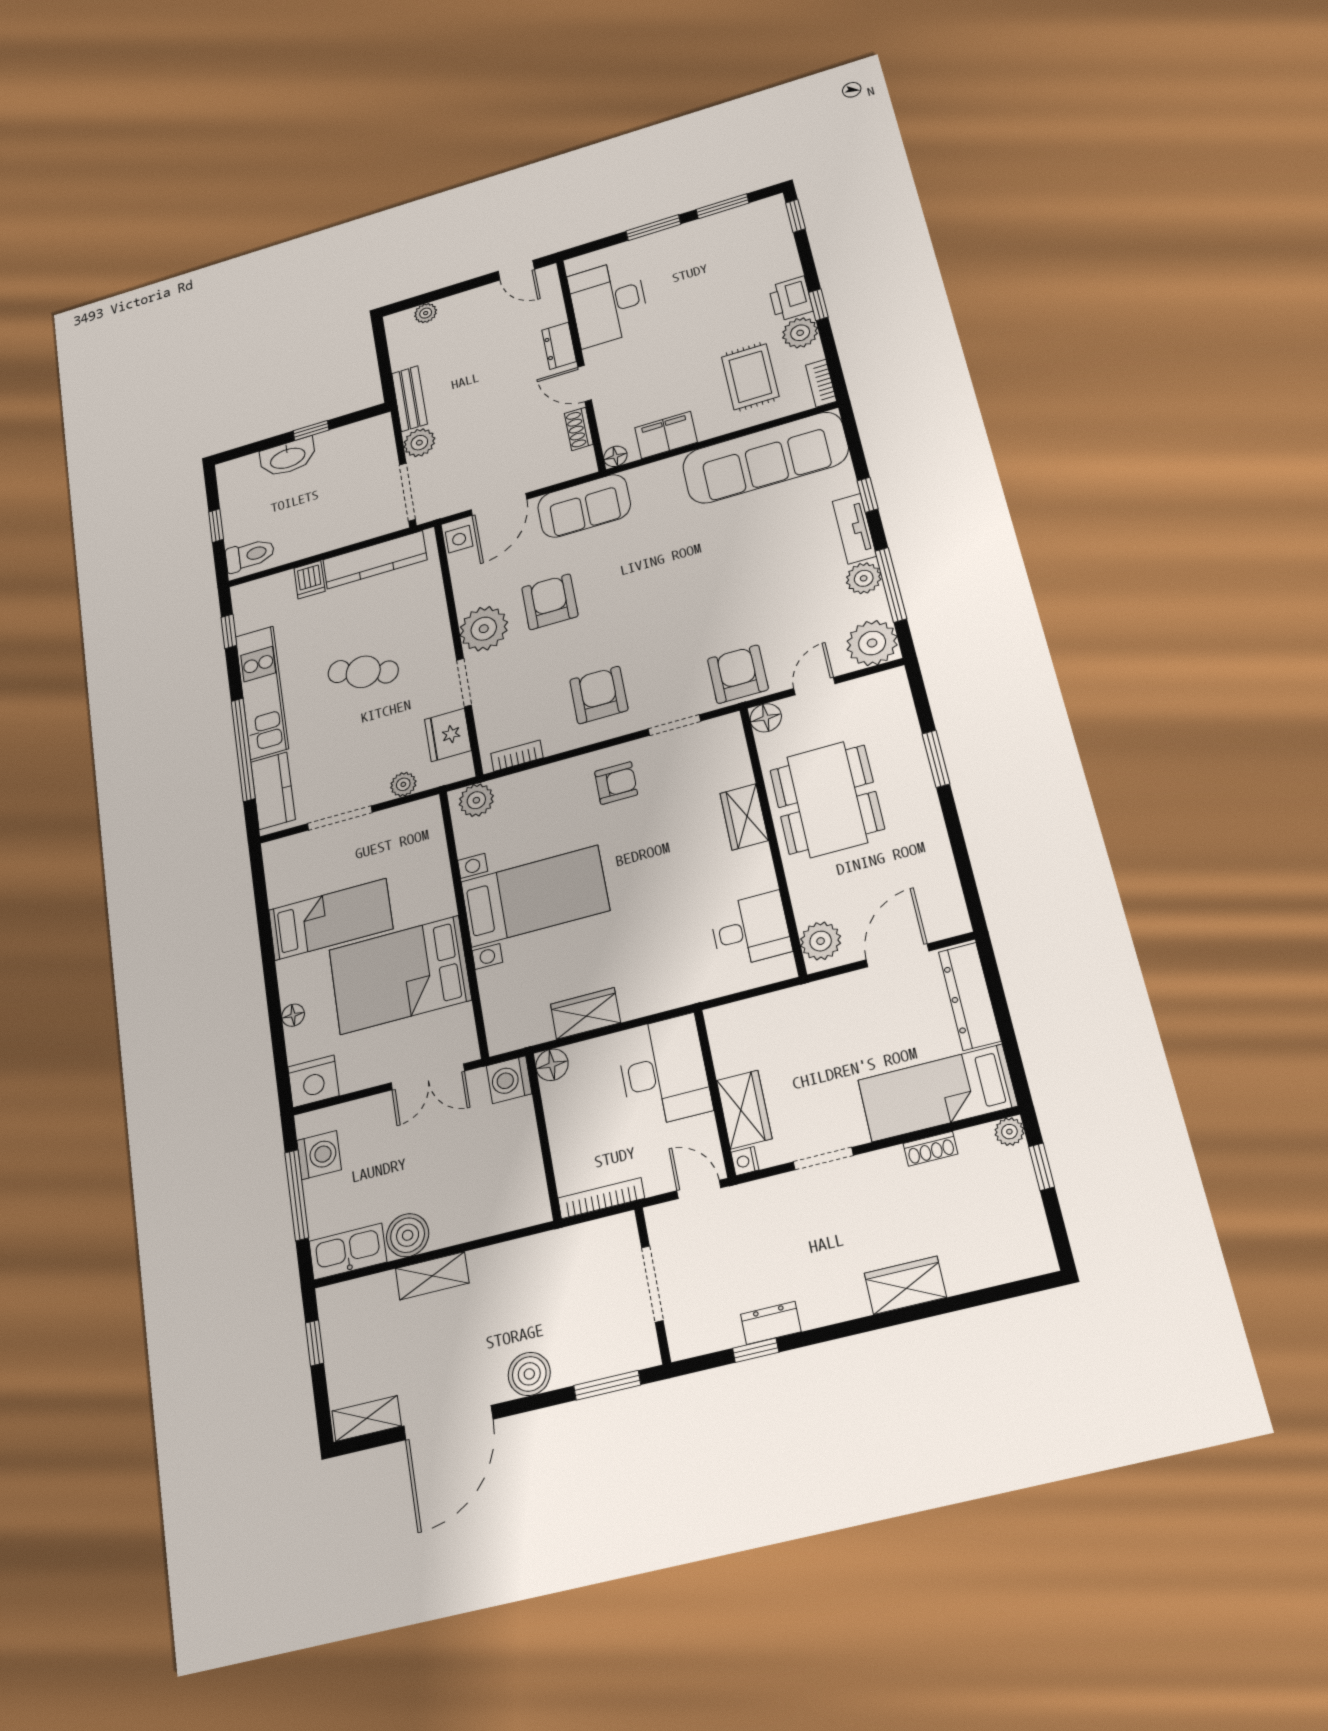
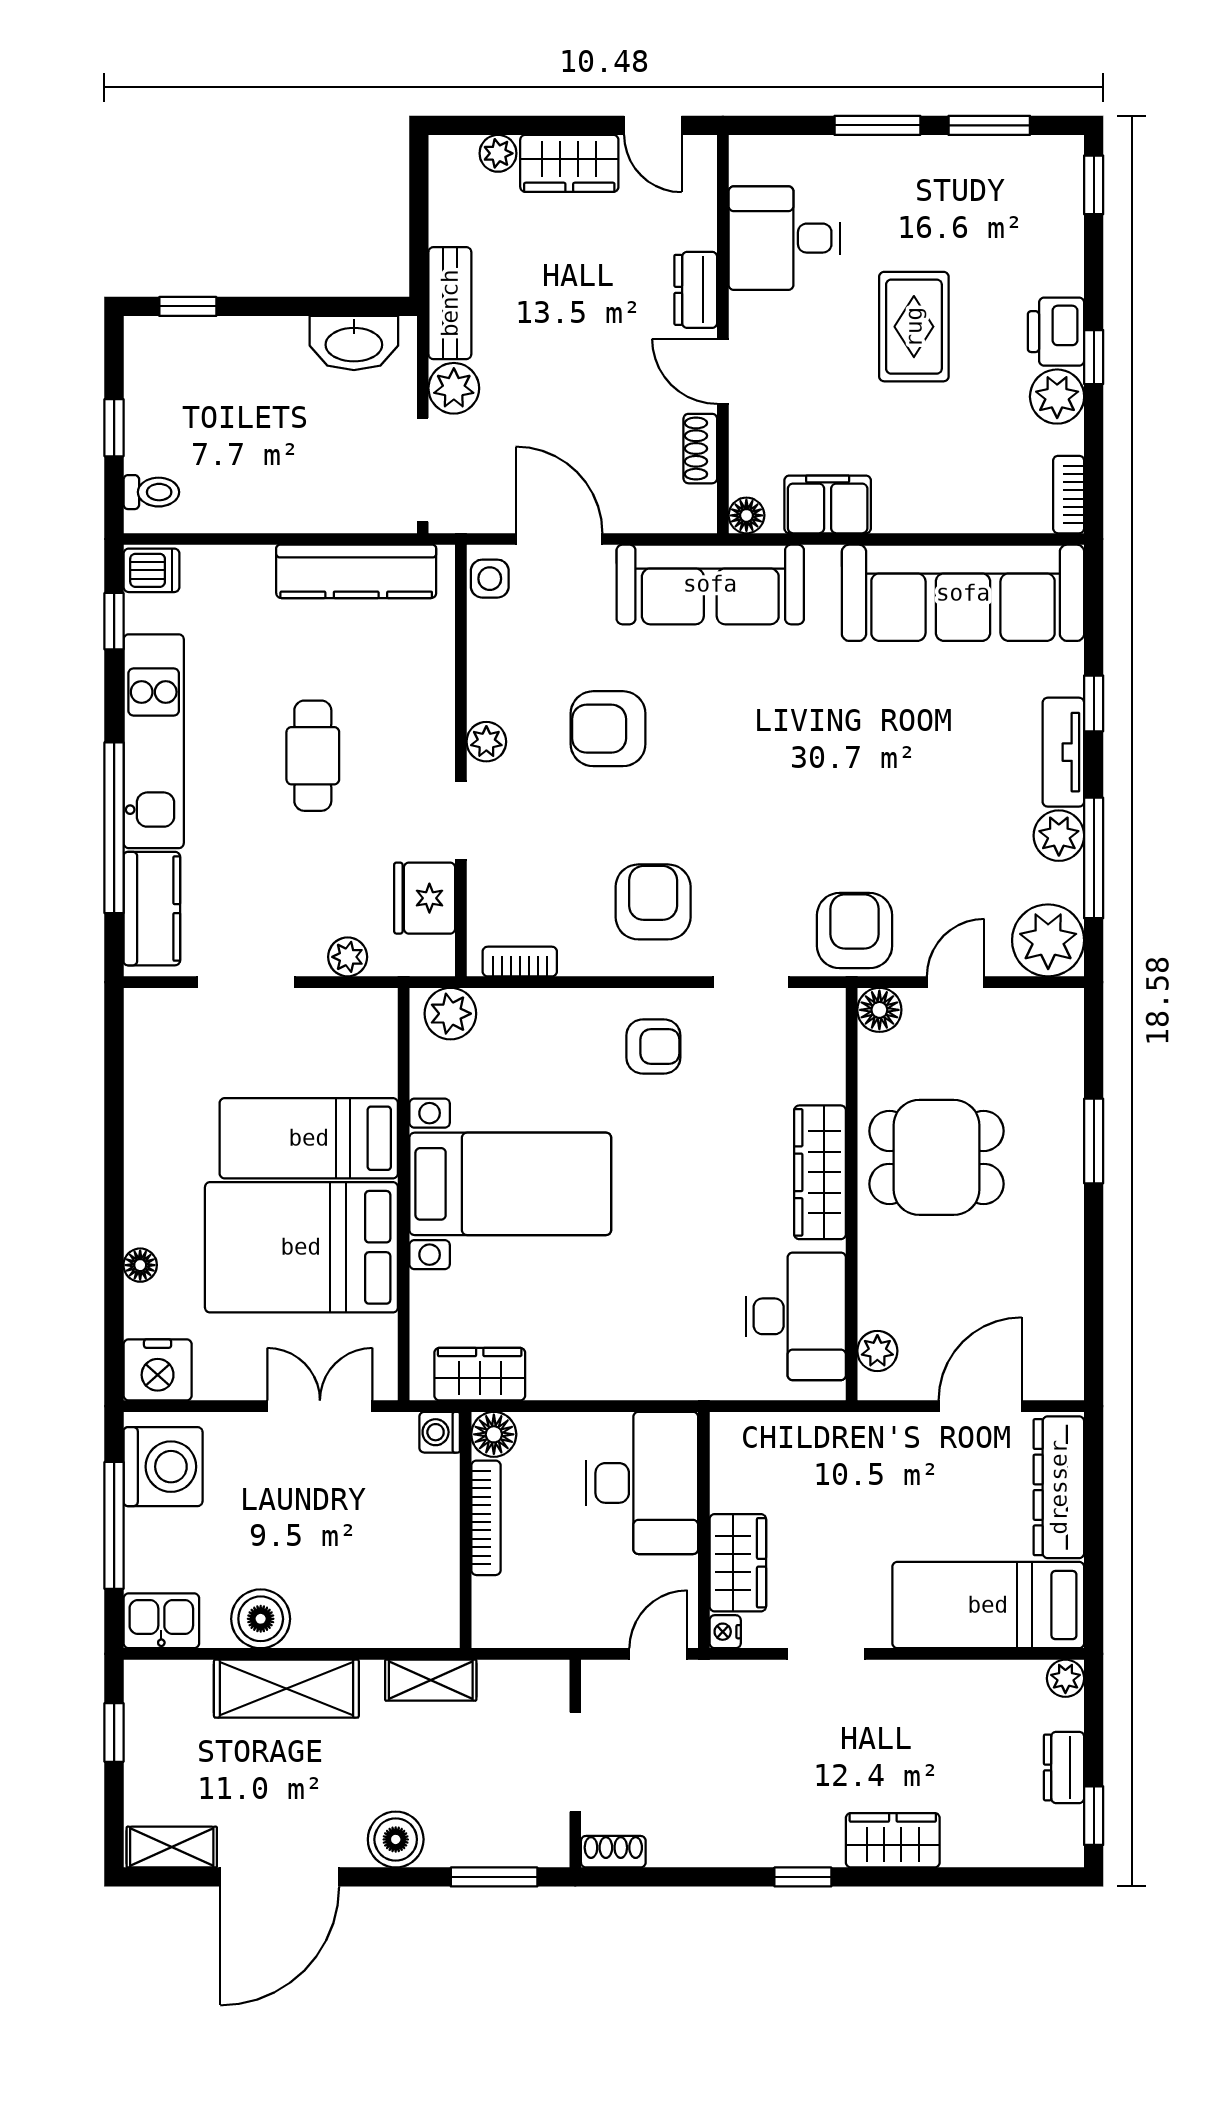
desk: (608, 302) -> (785, 238), width x0.73
wardrobe: (469, 305) -> (569, 163), added
rug: (750, 377) -> (914, 327), moved
window: (311, 430) -> (188, 306), moved
washbasin: (288, 457) -> (354, 343), moved
door: (499, 504) -> (559, 539), swing flipped
sofa: (584, 506) -> (710, 584), width x1.36
toilet: (250, 555) -> (151, 492), width x0.73, depth x0.72
dishwasher: (310, 580) -> (151, 570), moved, turned -90
armchair: (550, 602) -> (608, 729), turned -90
plant: (484, 629) -> (486, 742), width x0.53, depth x0.53
cafe table: (363, 672) -> (313, 756), turned 72
dining table: (827, 799) -> (937, 1157), width x0.73
wardrobe: (744, 817) -> (820, 1172), width x1.50
bed: (330, 919) -> (309, 1138), moved, turned 180
desk: (750, 930) -> (796, 1316), width x1.37
plant: (821, 941) -> (877, 1351), width x0.73, depth x0.73
wardrobe: (585, 1013) -> (480, 1374), moved
double door: (428, 1077) -> (320, 1406), swing flipped
washing machine: (509, 1080) -> (440, 1432), width x0.73, depth x0.73
shoe rack: (930, 1149) -> (613, 1852), moved, turned 180
washing machine: (319, 1155) -> (163, 1467), width x1.37, depth x1.37
window: (1042, 1167) -> (1094, 1816), moved
door: (699, 1189) -> (658, 1654), hinge flipped
bookcase: (601, 1198) -> (486, 1518), moved, turned 90
shelving: (536, 1249) -> (431, 1680), added
kitchen sink: (348, 1252) -> (161, 1621), width x0.73
shelving: (432, 1276) -> (286, 1689), width x1.50, depth x1.33
dresser: (771, 1323) -> (1064, 1767), moved, turned -90
window: (756, 1350) -> (803, 1877), moved

